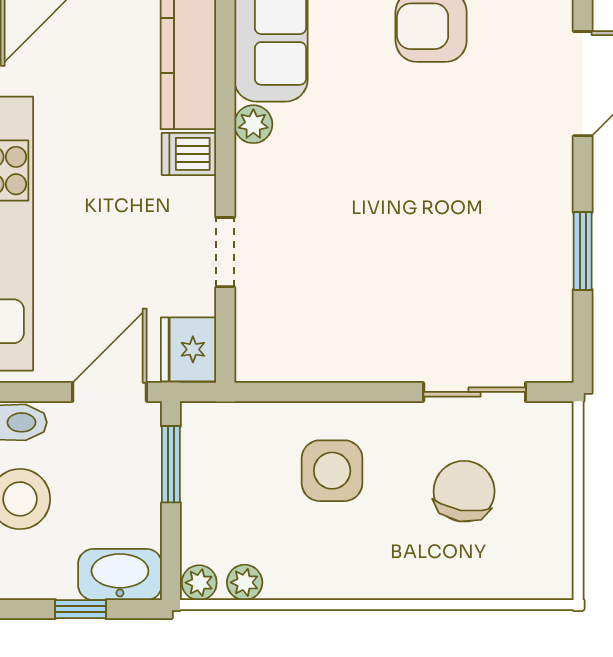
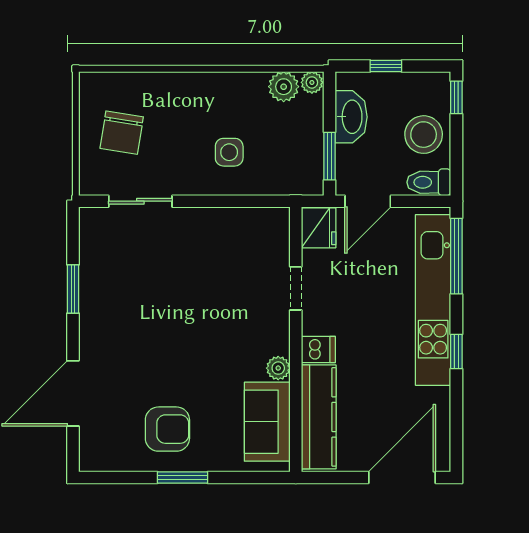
side table: (332, 471) -> (229, 152), width x0.73, depth x0.73
chair: (464, 491) -> (122, 133), moved
washbasin: (120, 574) -> (351, 117), moved, turned -90
plant: (245, 582) -> (284, 87), width x1.38, depth x1.38

